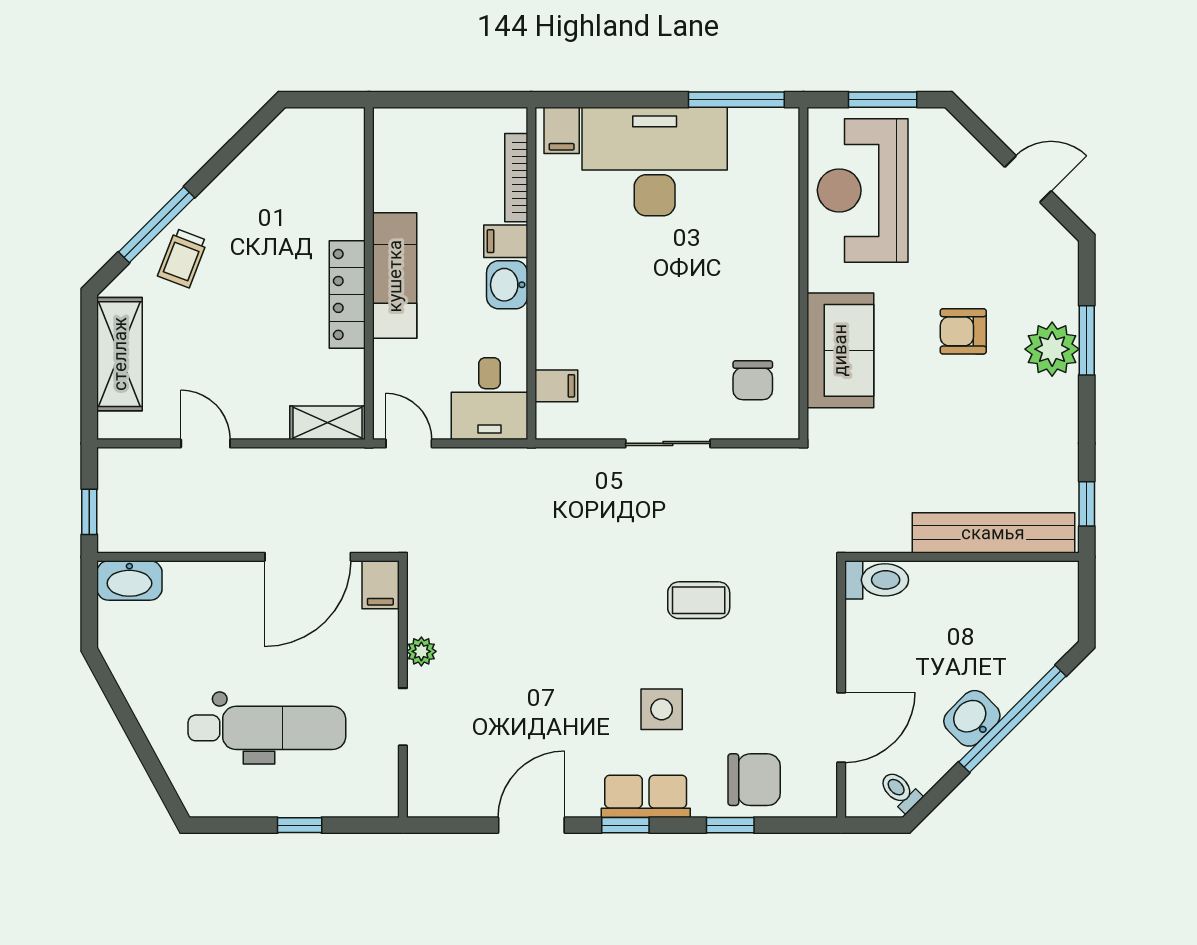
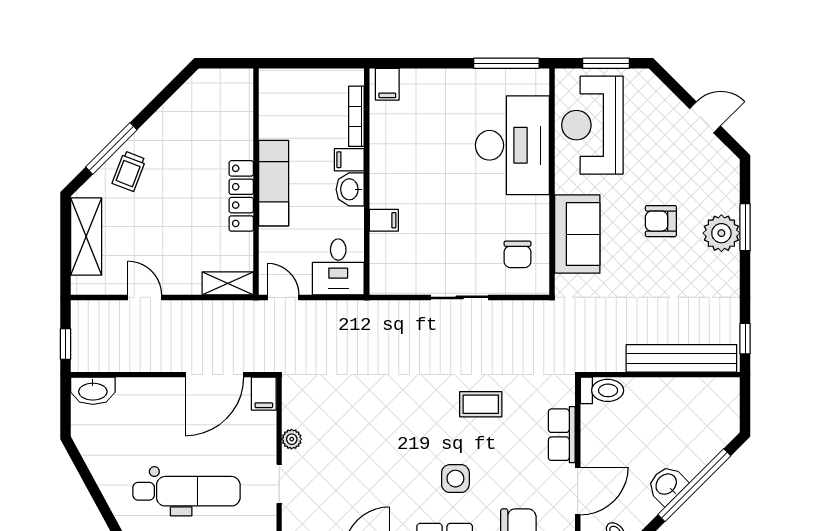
desk: (655, 162) -> (512, 145), moved, turned 90
filing cabinet: (556, 386) -> (384, 220), moved
row of seats: (818, 645) -> (562, 435), added

